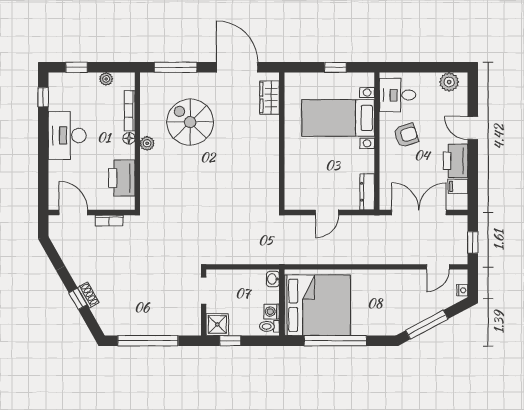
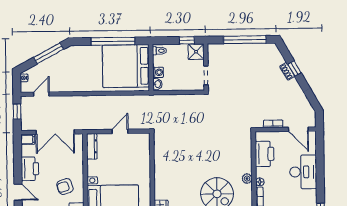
desk: (67, 135) -> (303, 172), moved
filing cabinet: (458, 186) -> (28, 139), moved
washing machine: (272, 312) -> (158, 72), moved

